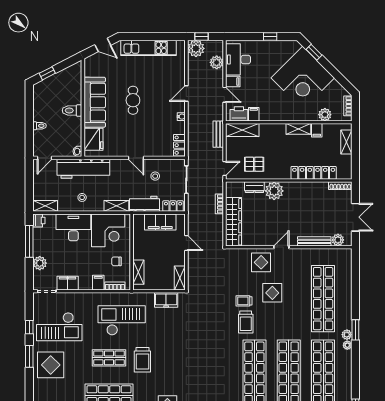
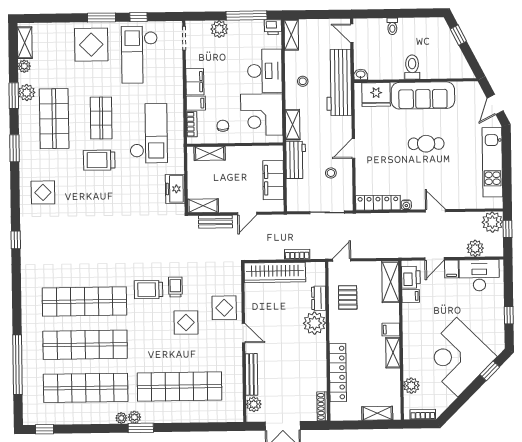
filing cabinet: (317, 130) -> (391, 330), moved
bench: (218, 134) -> (215, 222), moved
locker: (179, 145) -> (378, 203), width x1.53
door: (224, 168) -> (342, 260), swing flipped
locker: (173, 206) -> (293, 196), removed
filing cabinet: (68, 283) -> (195, 82), moved

